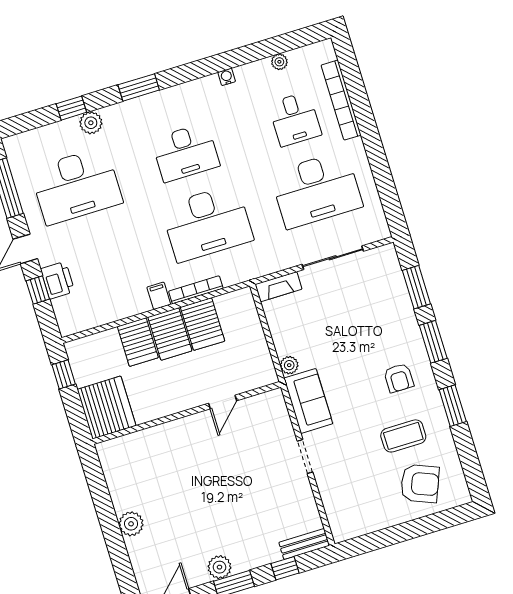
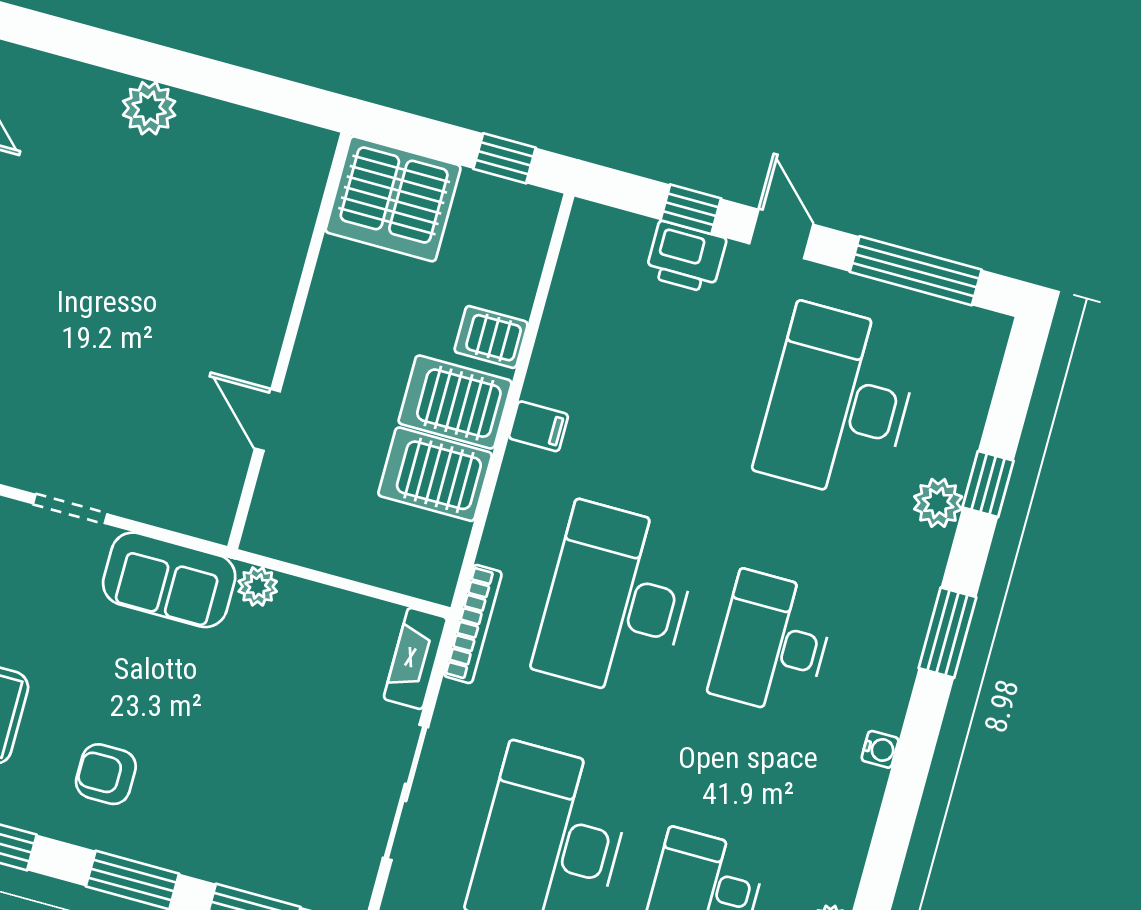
water cooler: (227, 77) -> (880, 749), moved
bookcase: (196, 290) -> (473, 624), moved
server rack: (138, 342) -> (491, 337), width x0.73, depth x0.70

